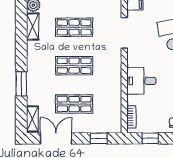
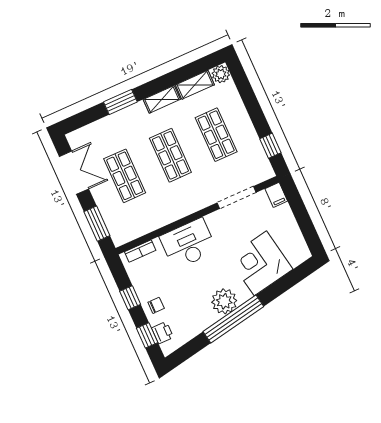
desk: (141, 81) -> (188, 244), width x1.37
shelving: (32, 119) -> (162, 99), moved
window: (99, 138) -> (97, 224), width x1.50
window: (150, 138) -> (130, 298), moved

